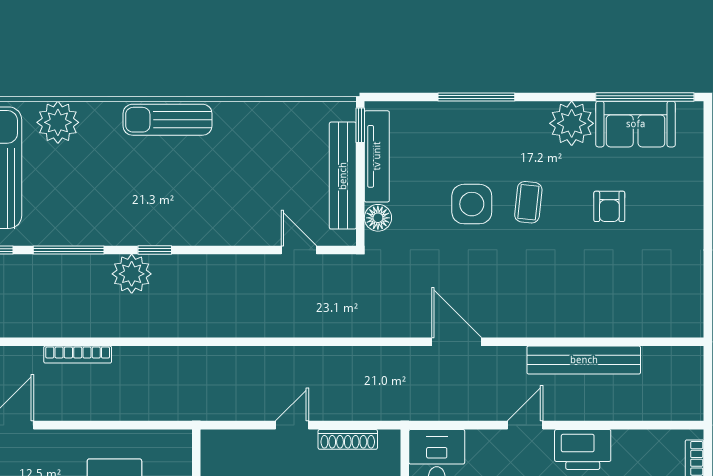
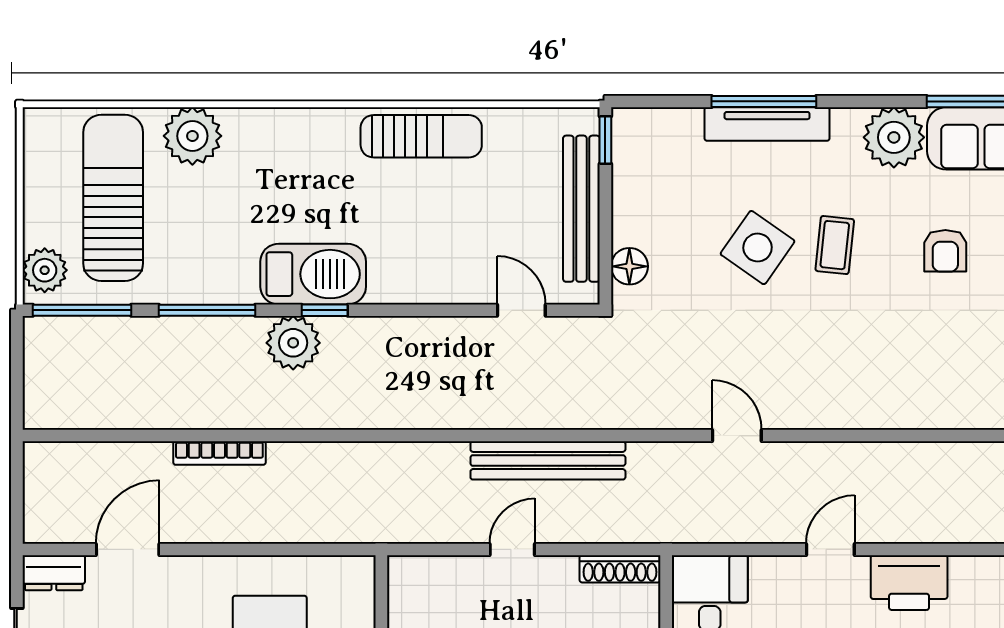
sun lounger: (168, 120) -> (421, 136), moved, turned 180
tv unit: (377, 156) -> (767, 124), moved, turned 90
side table: (472, 204) -> (758, 248), turned 35
barbecue: (146, 224) -> (313, 274), added
door: (457, 342) -> (737, 436), width x0.73
bench: (584, 360) -> (548, 460), moved
shoe rack: (348, 439) -> (620, 569), moved

